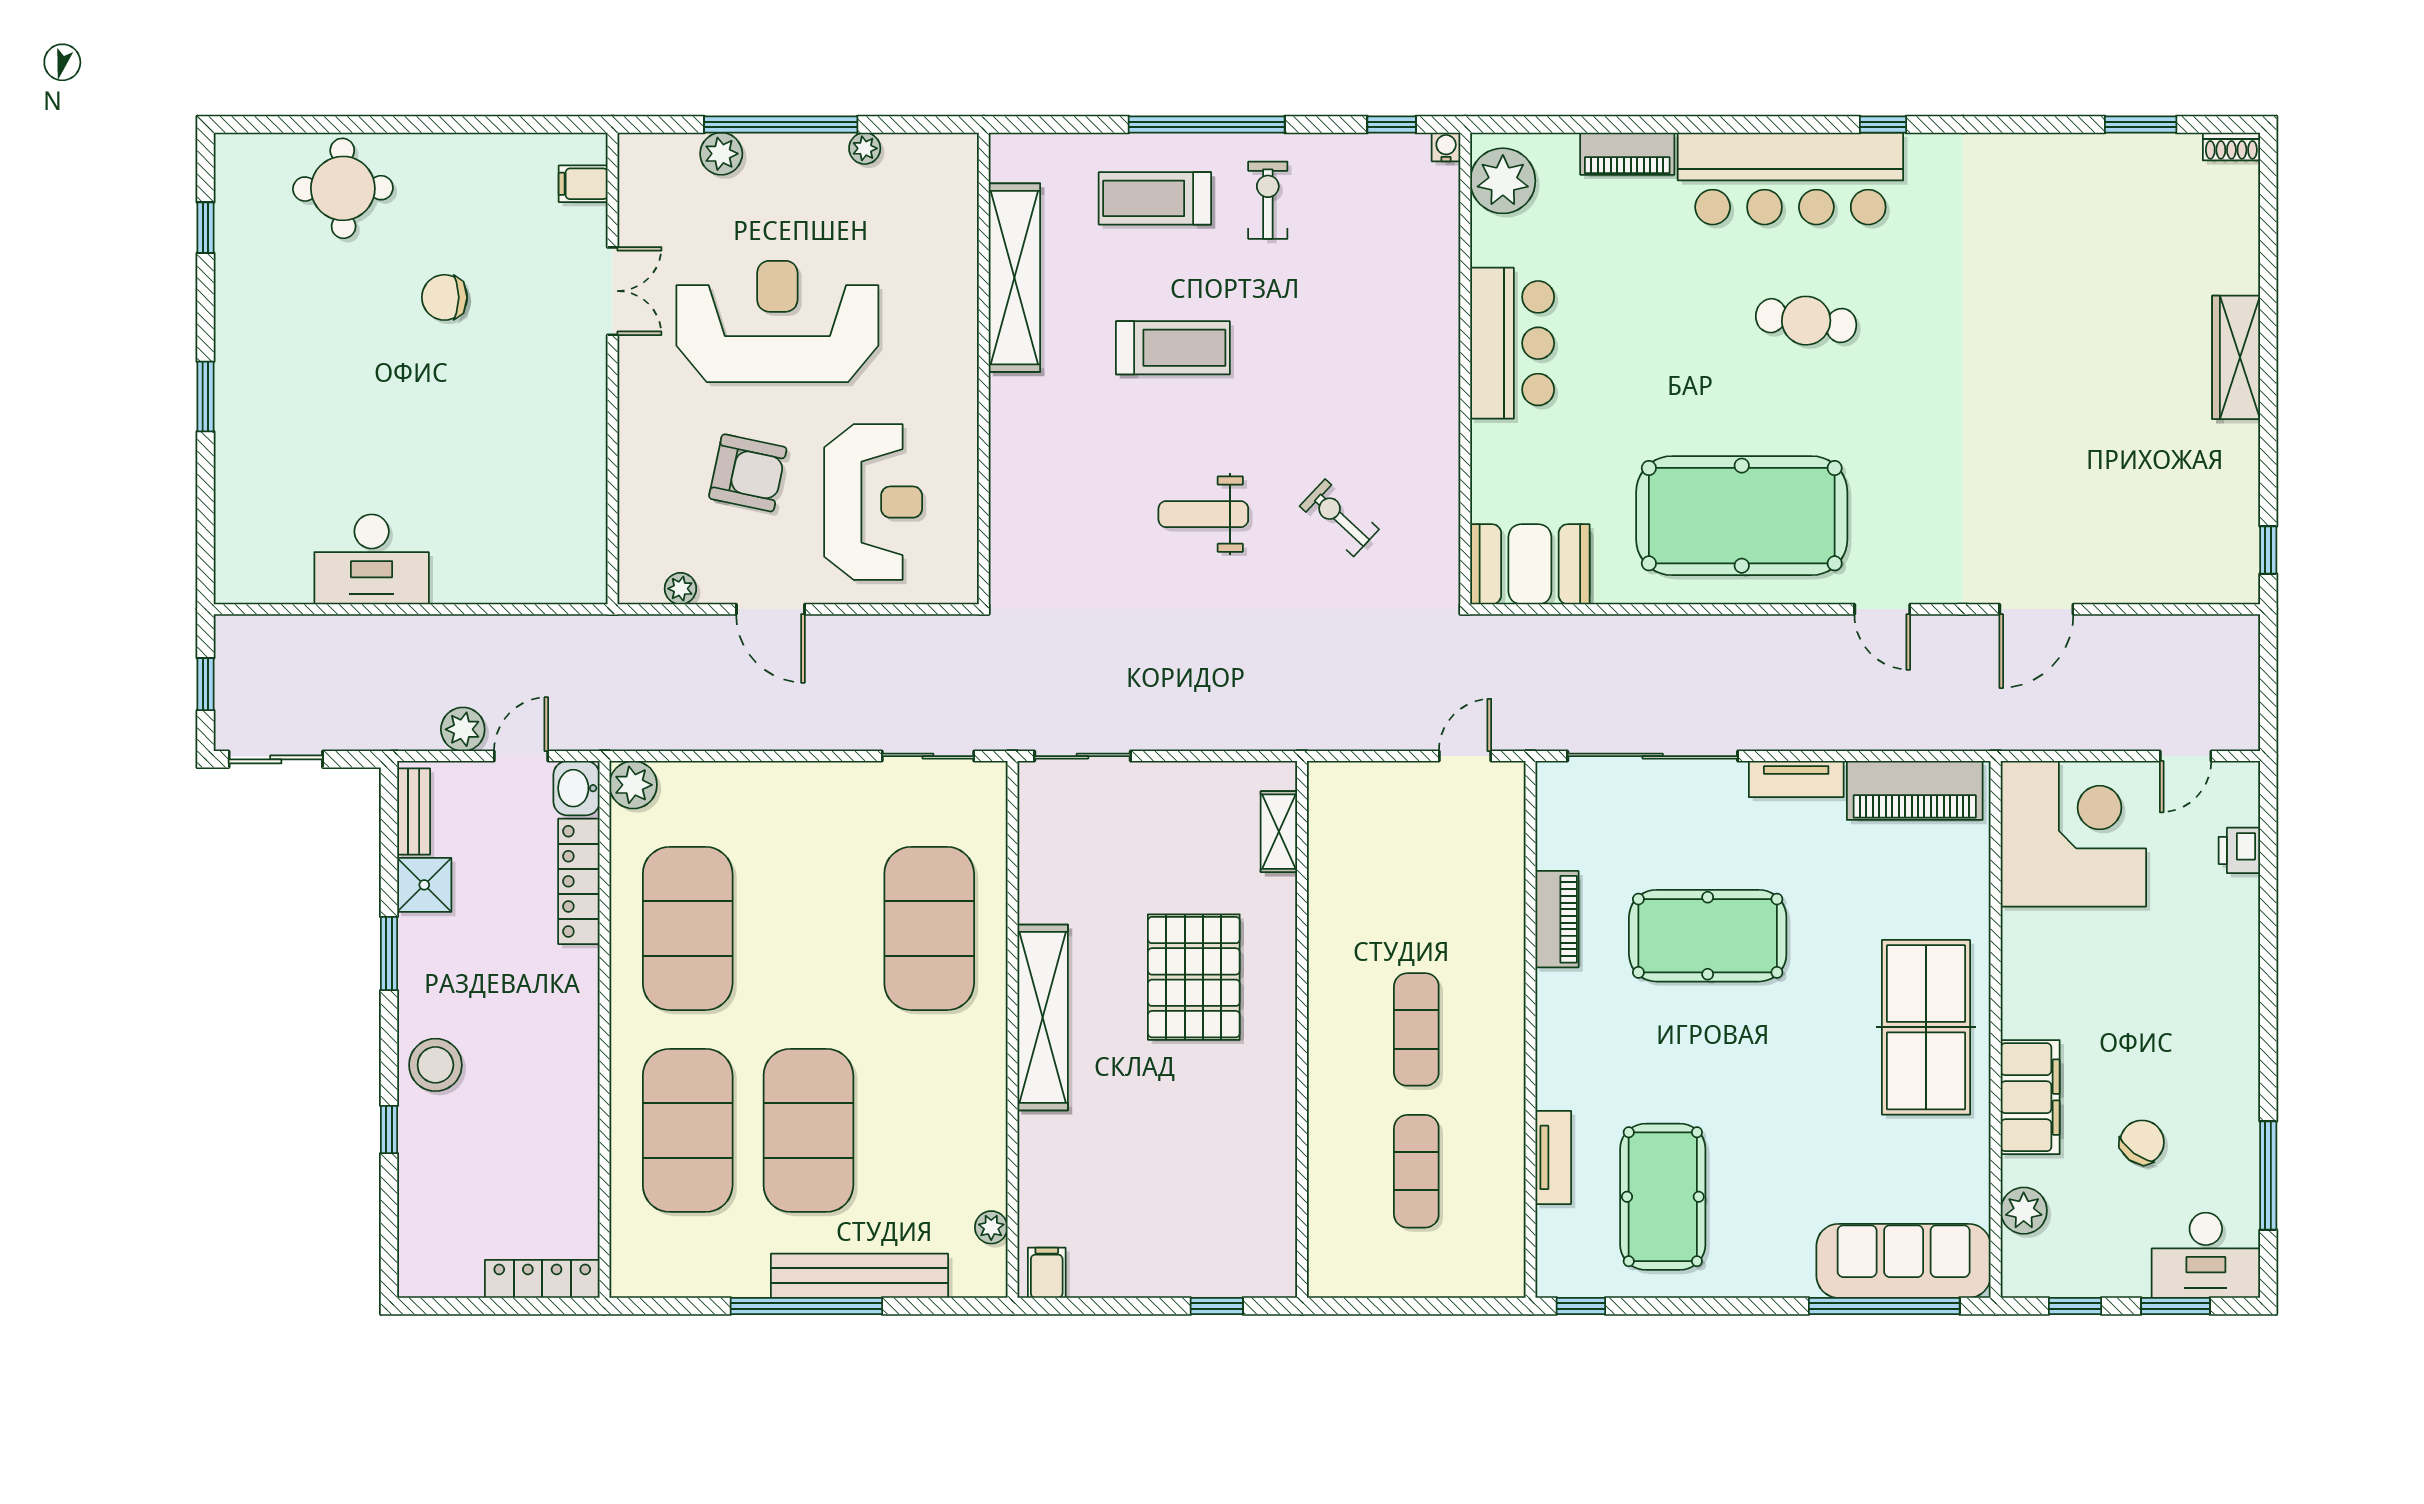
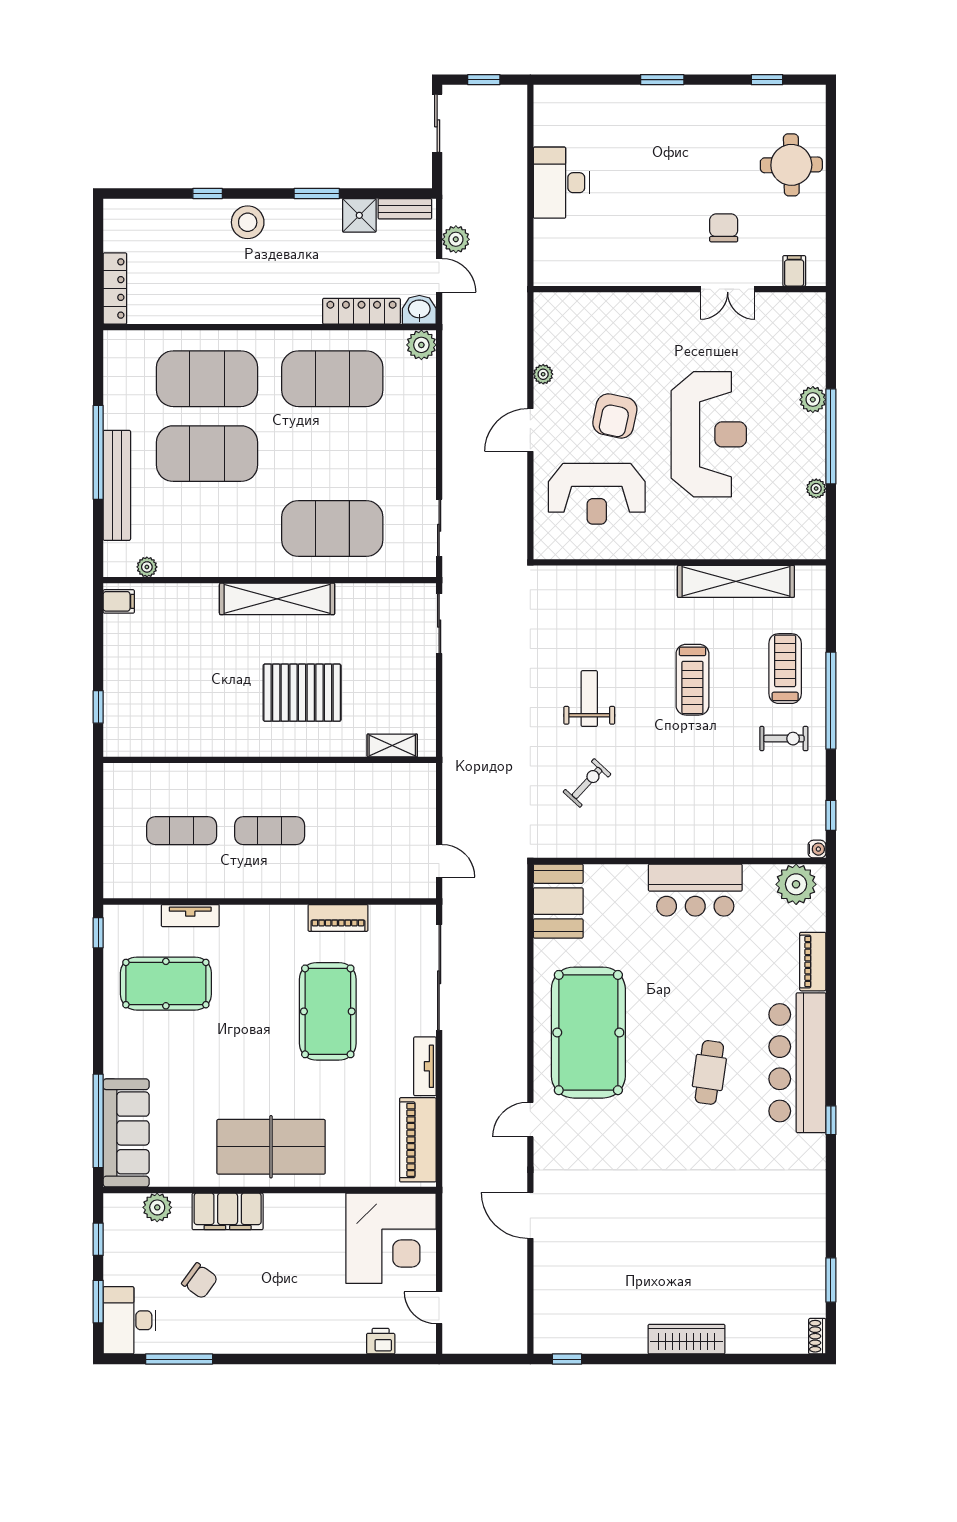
filing cabinet: (583, 184) -> (794, 271), moved
double door: (613, 291) -> (728, 289), moved
wall: (613, 368) -> (680, 289), moved

